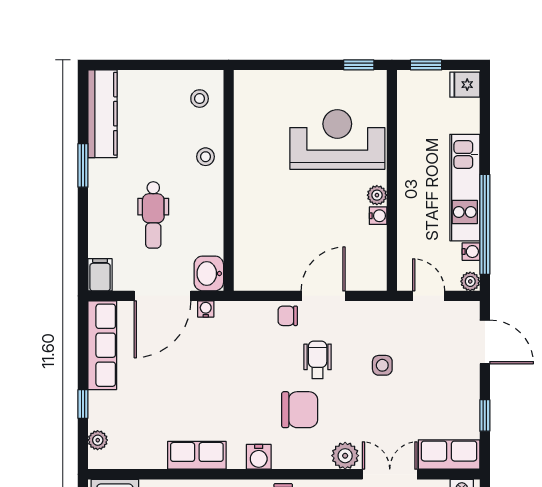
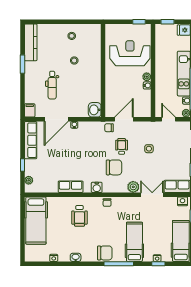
wall: (229, 180) -> (103, 71), moved
washbasin: (209, 273) -> (95, 110), moved

